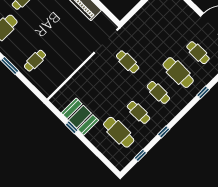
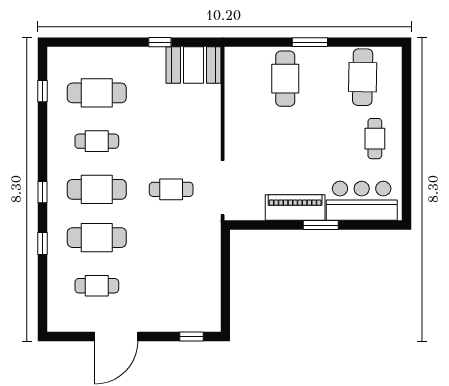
cafe table: (35, 61) -> (285, 79), width x1.37, depth x1.35
cafe table: (158, 92) -> (97, 189), width x1.37, depth x1.35
booth: (80, 117) -> (194, 65), moved
window: (164, 132) -> (43, 192), moved

